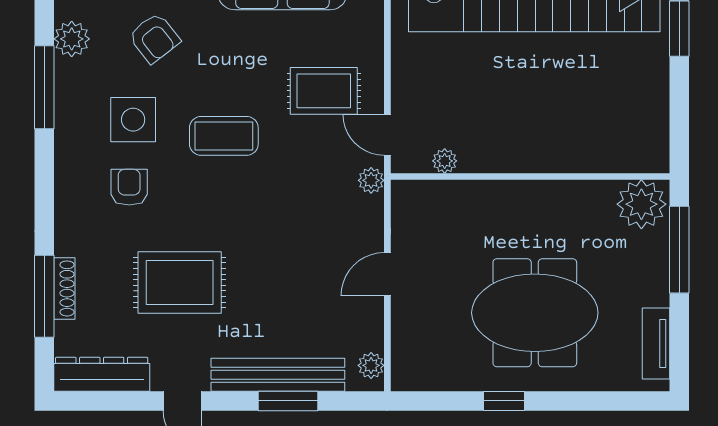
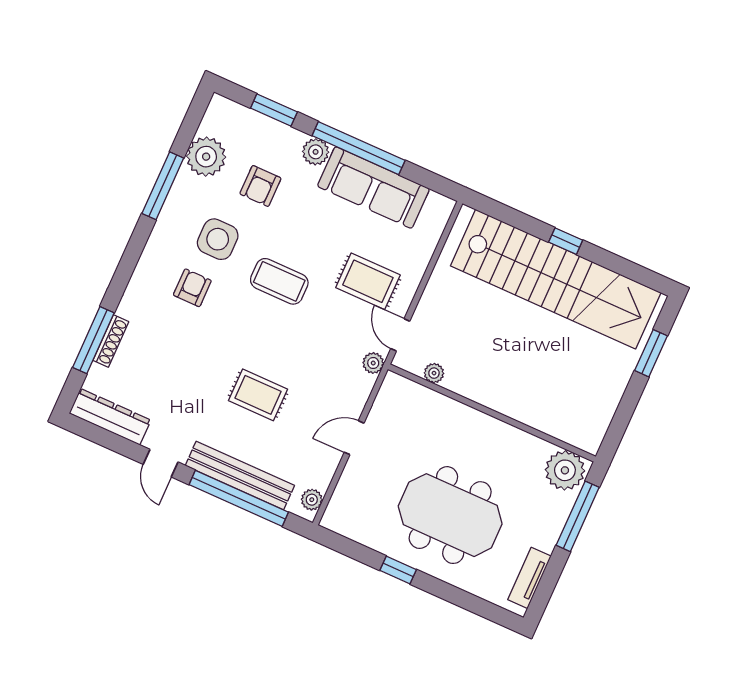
armchair: (154, 38) -> (260, 186), turned 38
plant: (72, 39) -> (206, 157), width x1.36, depth x1.36
rug: (180, 282) -> (258, 395), moved, width x0.73, depth x0.70
window: (288, 401) -> (239, 498), width x2.11

